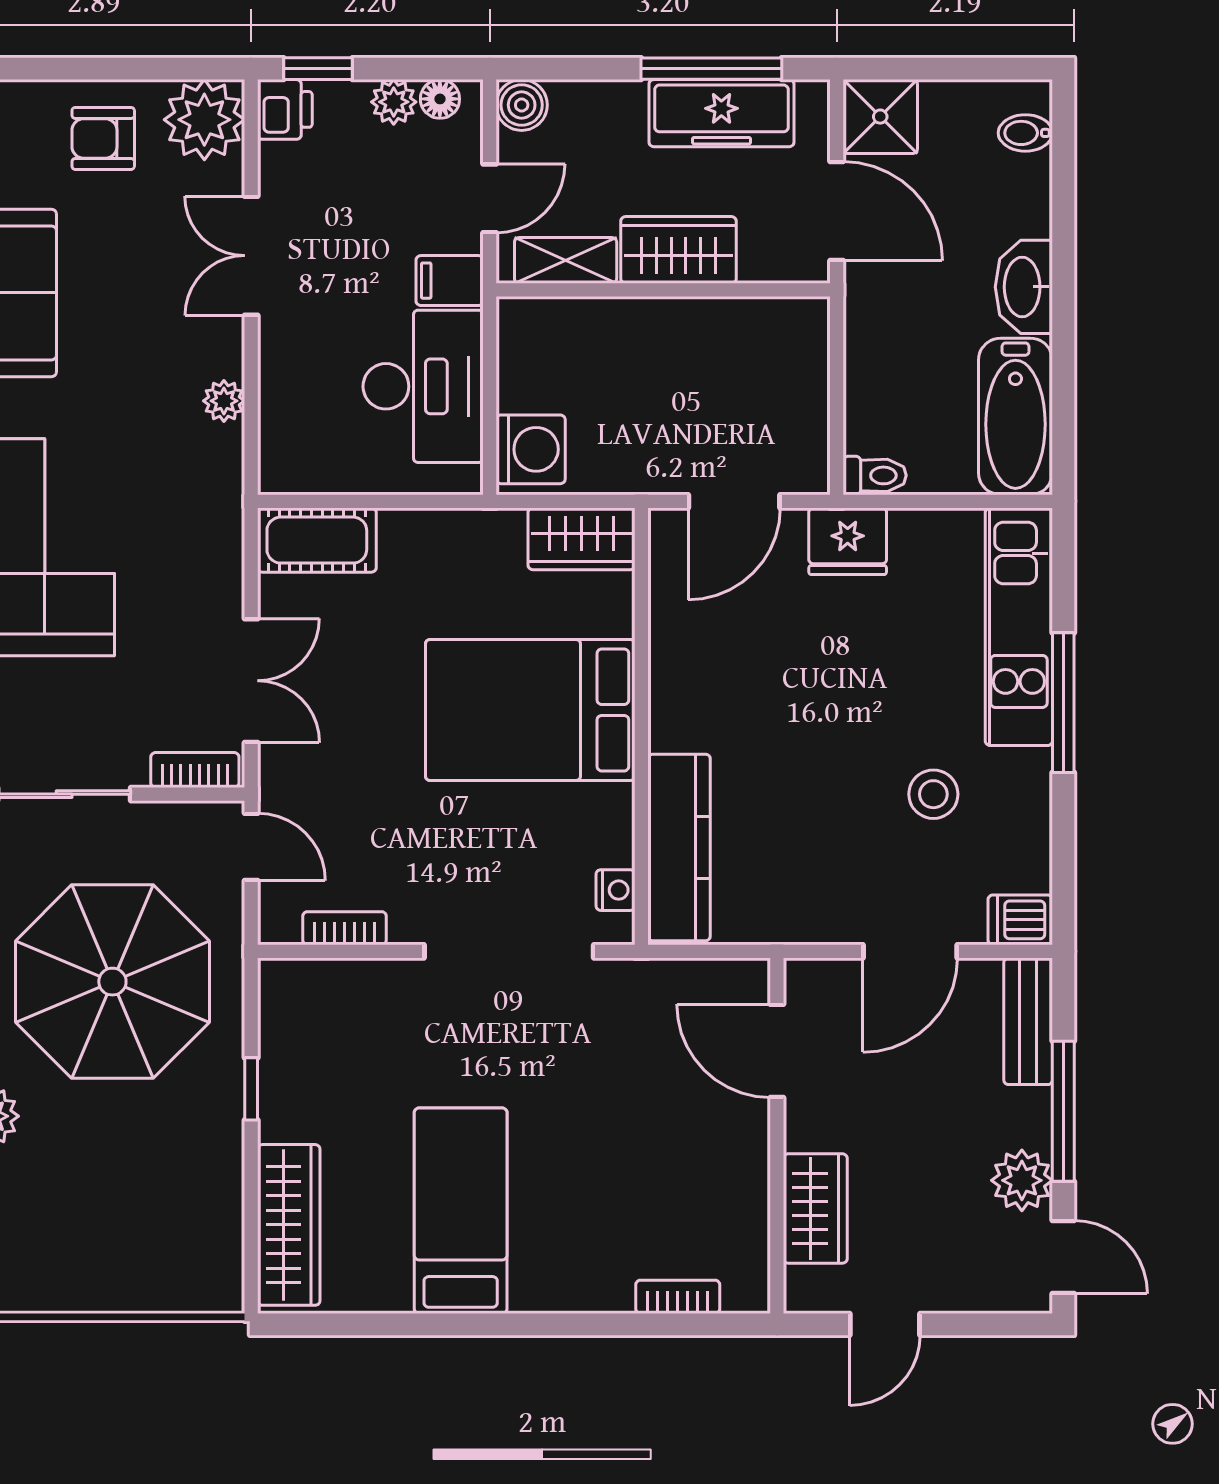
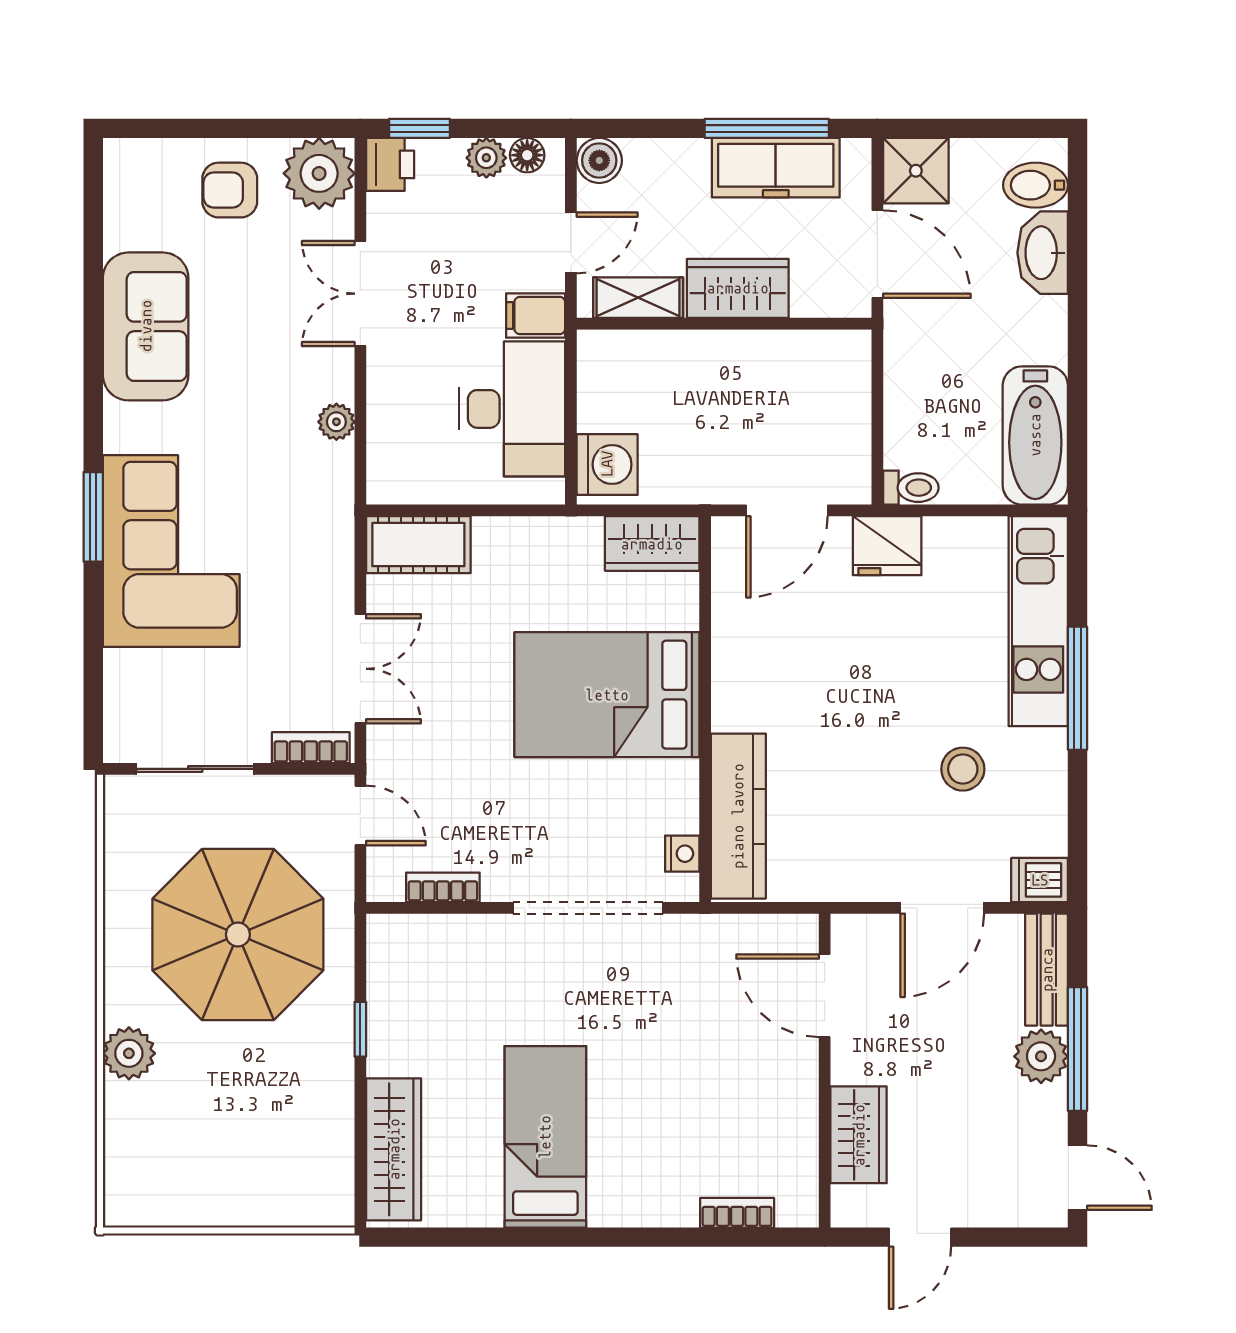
bidet: (1025, 133) -> (1035, 185), width x1.38, depth x1.36
washbasin: (1024, 287) -> (1043, 253), moved
plant: (1022, 1180) -> (1041, 1056), moved

